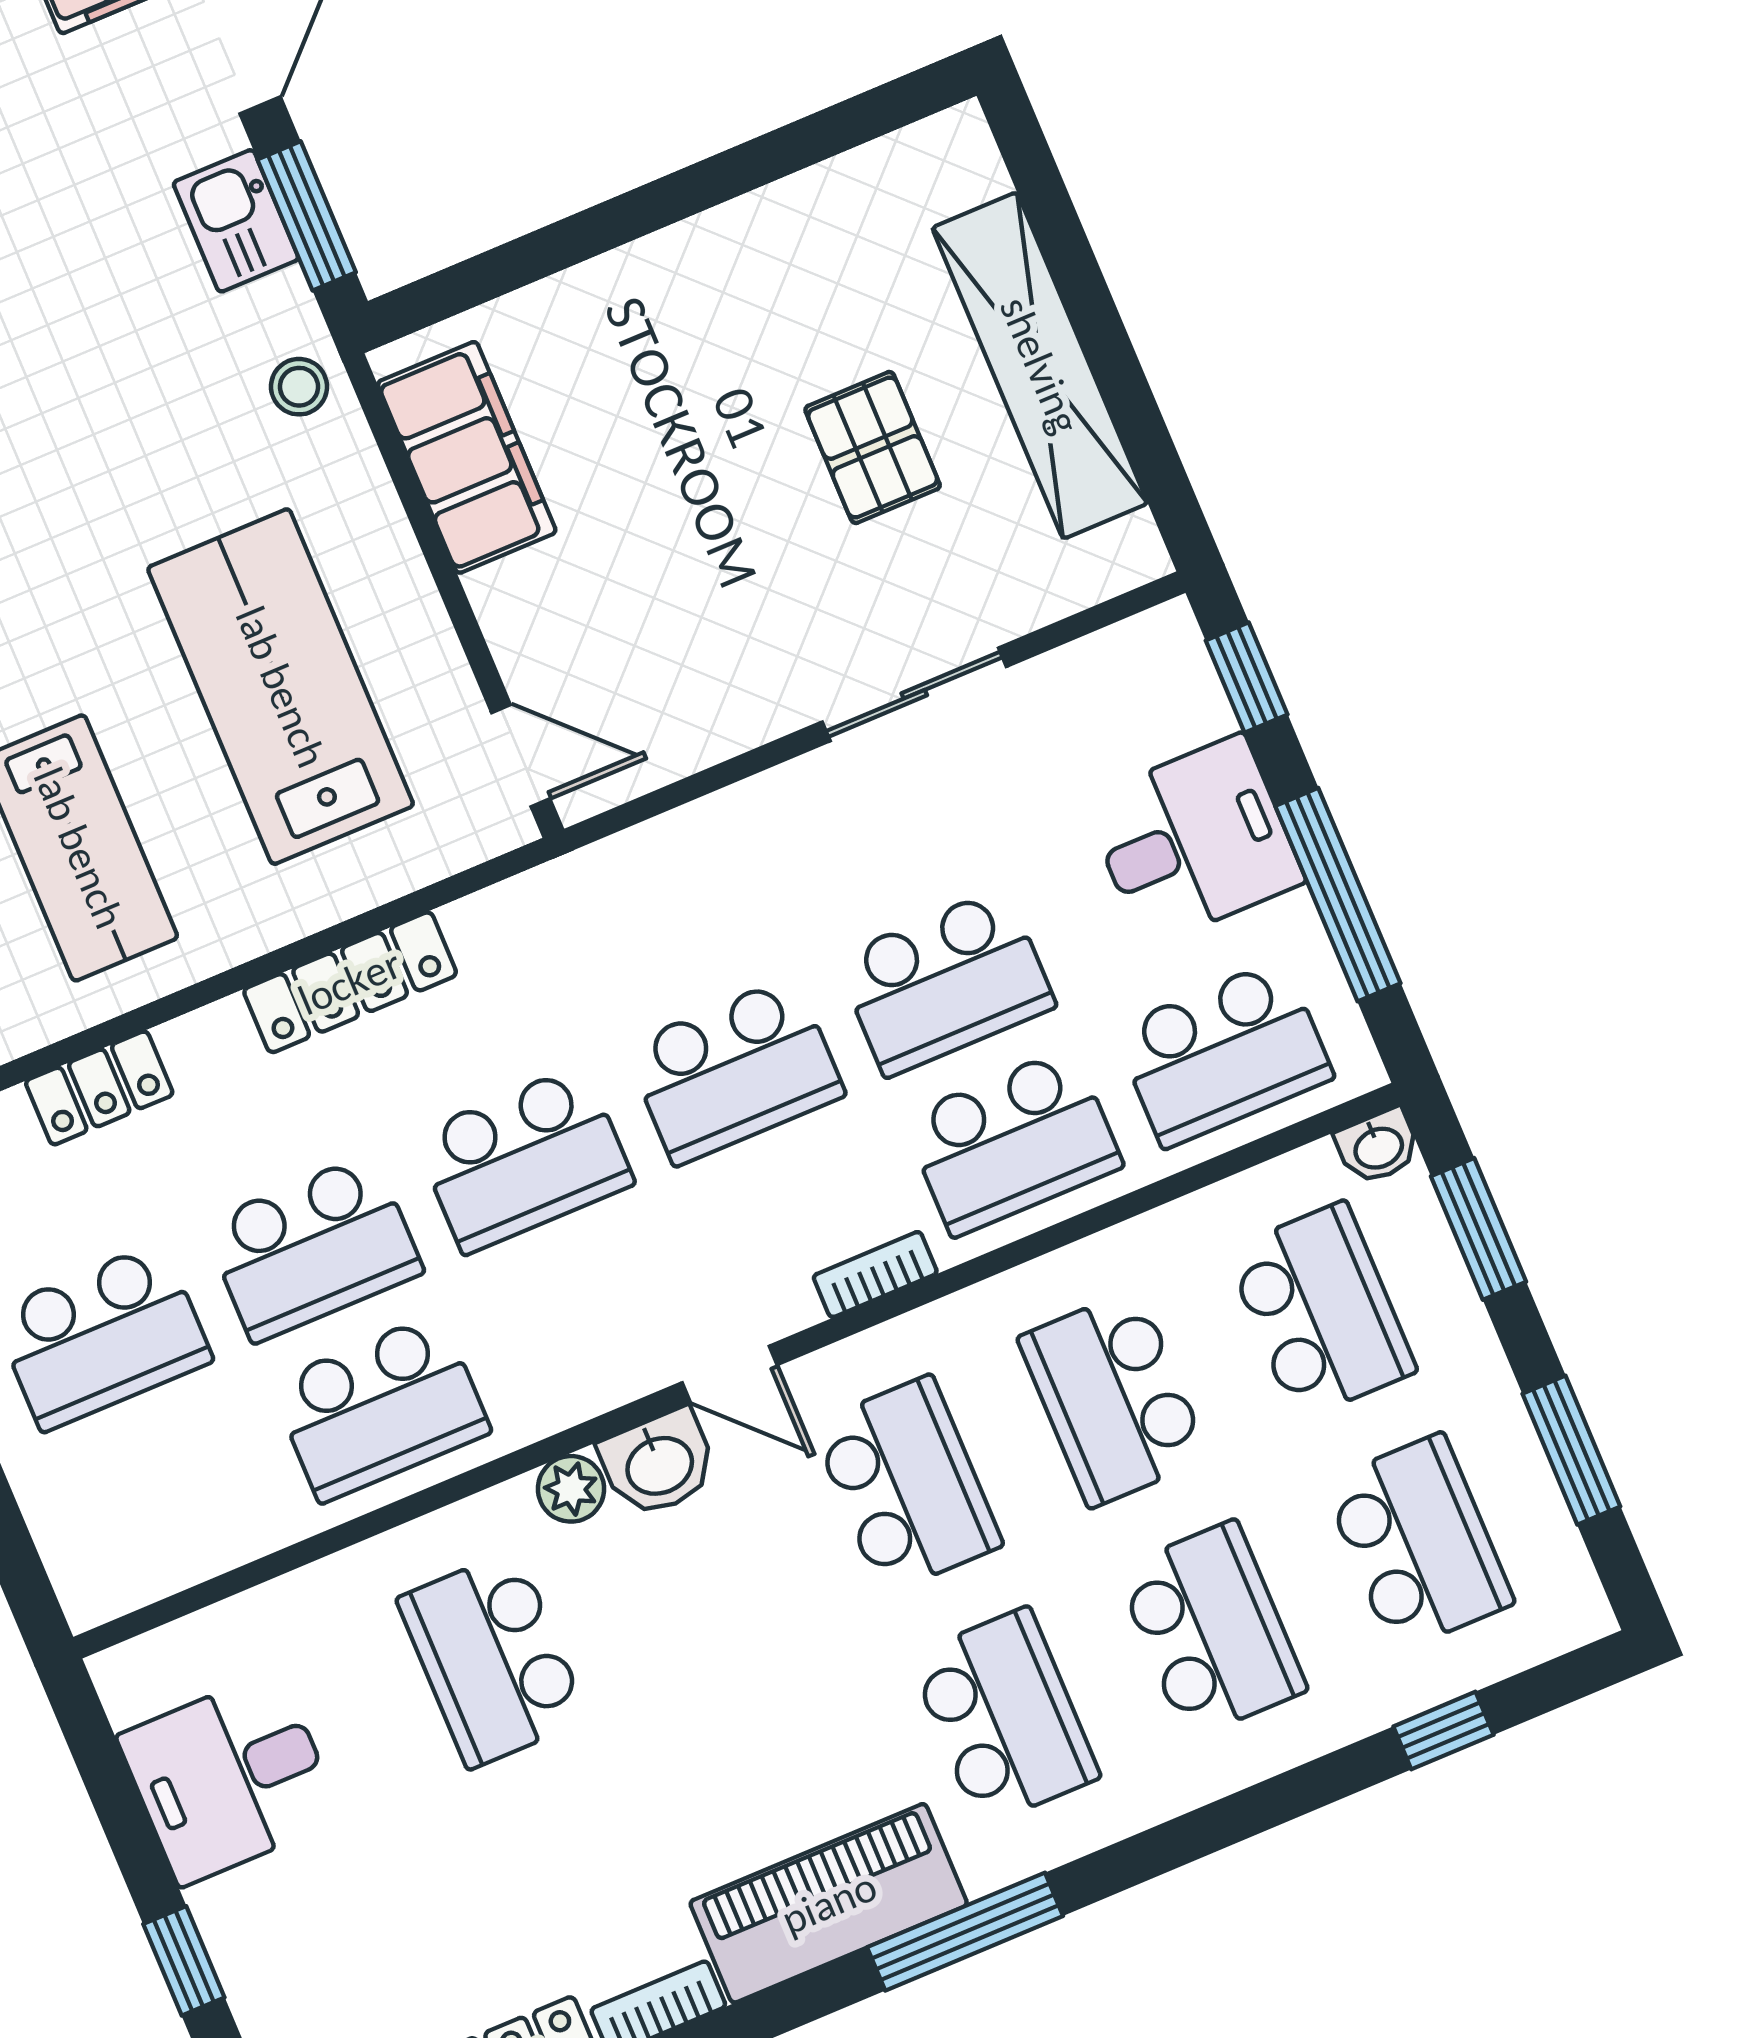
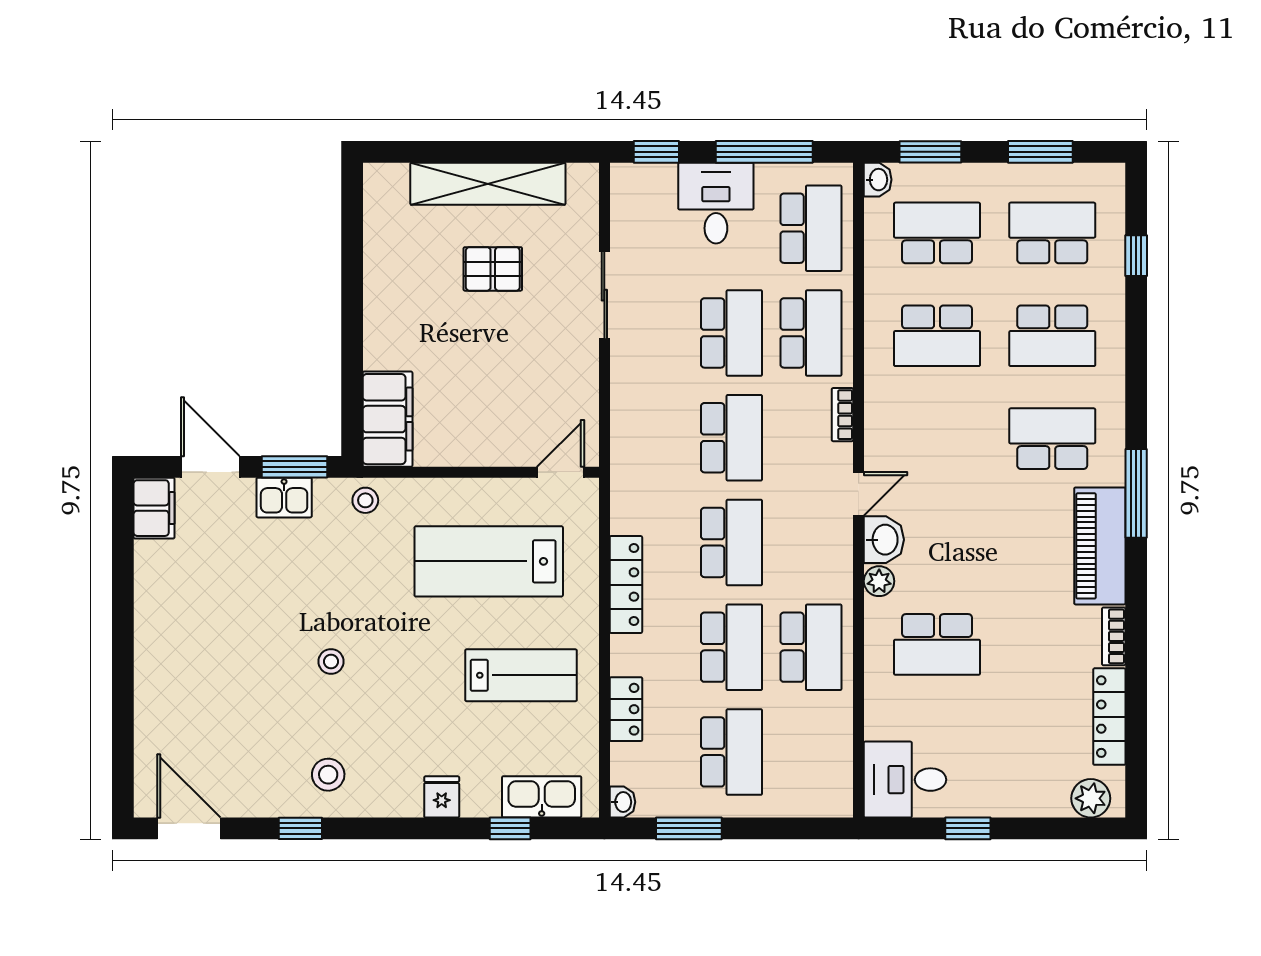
filing cabinet: (467, 457) -> (388, 419), moved, turned 90
school desk: (907, 1485) -> (937, 439), removed
school desk: (1211, 1630) -> (1052, 336), turned 180
desk: (230, 1778) -> (905, 780), moved, turned 90
window: (184, 1961) -> (968, 828), moved

